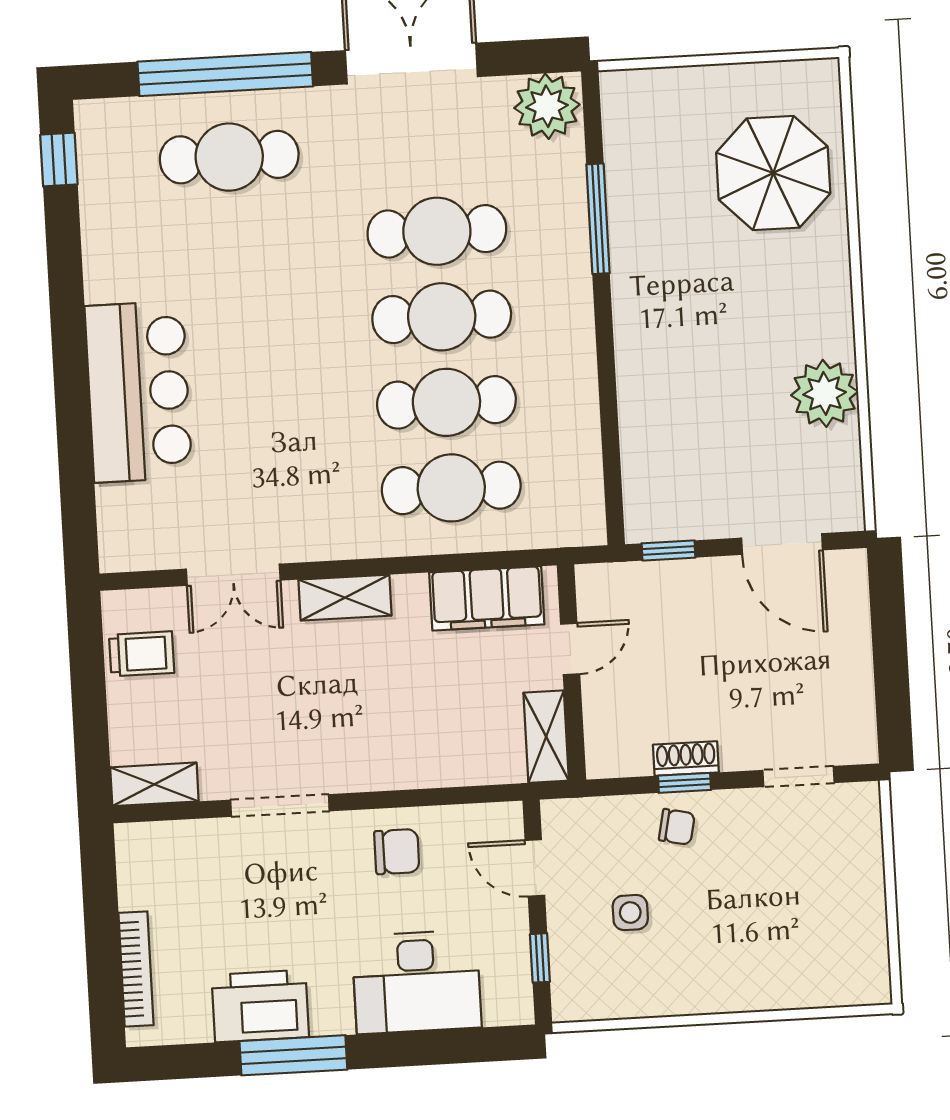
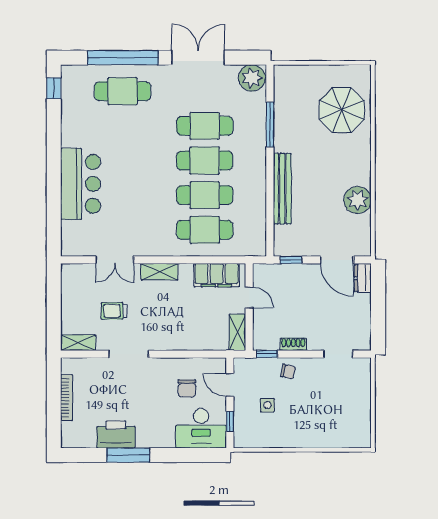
bench: (637, 375) -> (282, 189), added
dresser: (849, 586) -> (363, 278), added
door: (570, 649) -> (249, 297), hinge flipped
trolley: (142, 654) -> (114, 311), moved, turned 180
window: (684, 783) -> (267, 354), moved
chair: (397, 852) -> (187, 388), moved, turned 90
bookcase: (136, 969) -> (67, 398), moved
desk: (417, 982) -> (201, 428), moved

